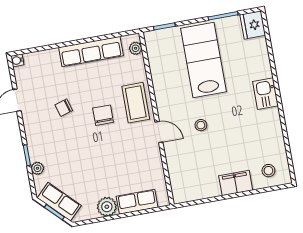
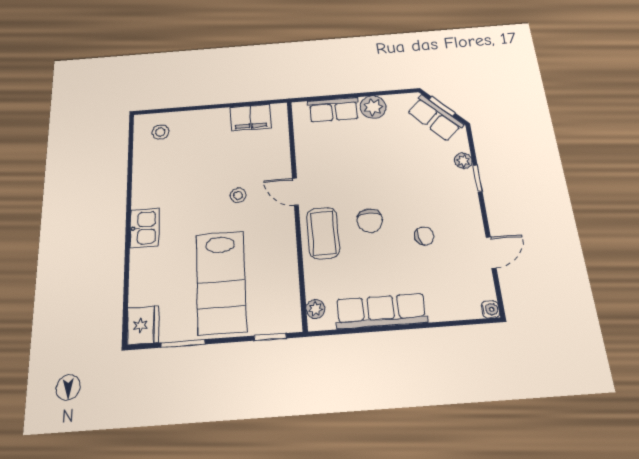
filing cabinet: (236, 183) -> (251, 117), moved

